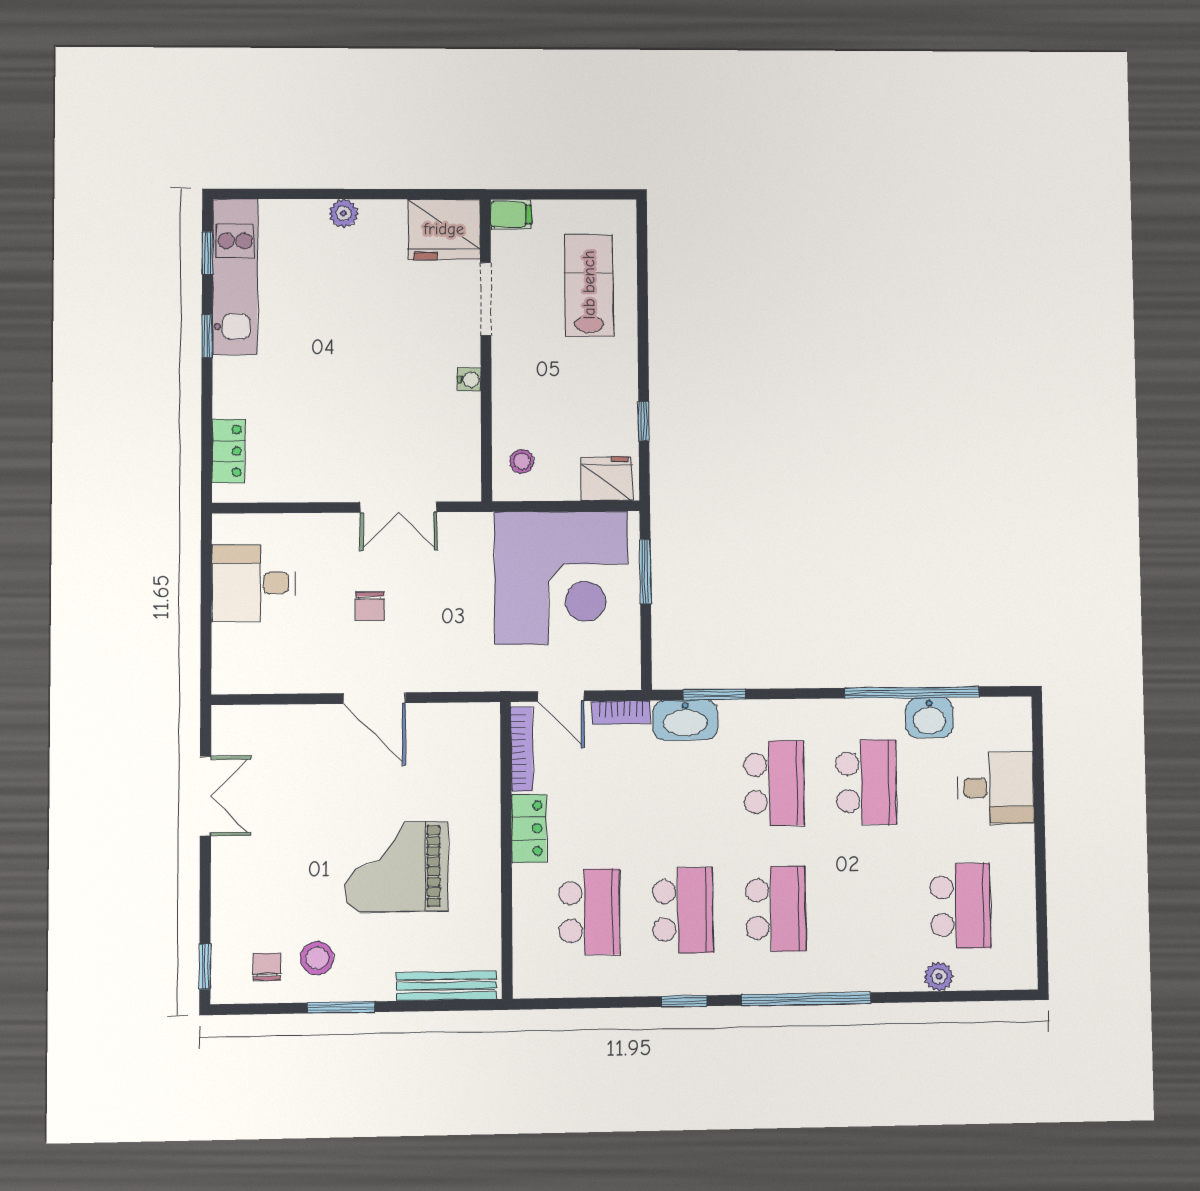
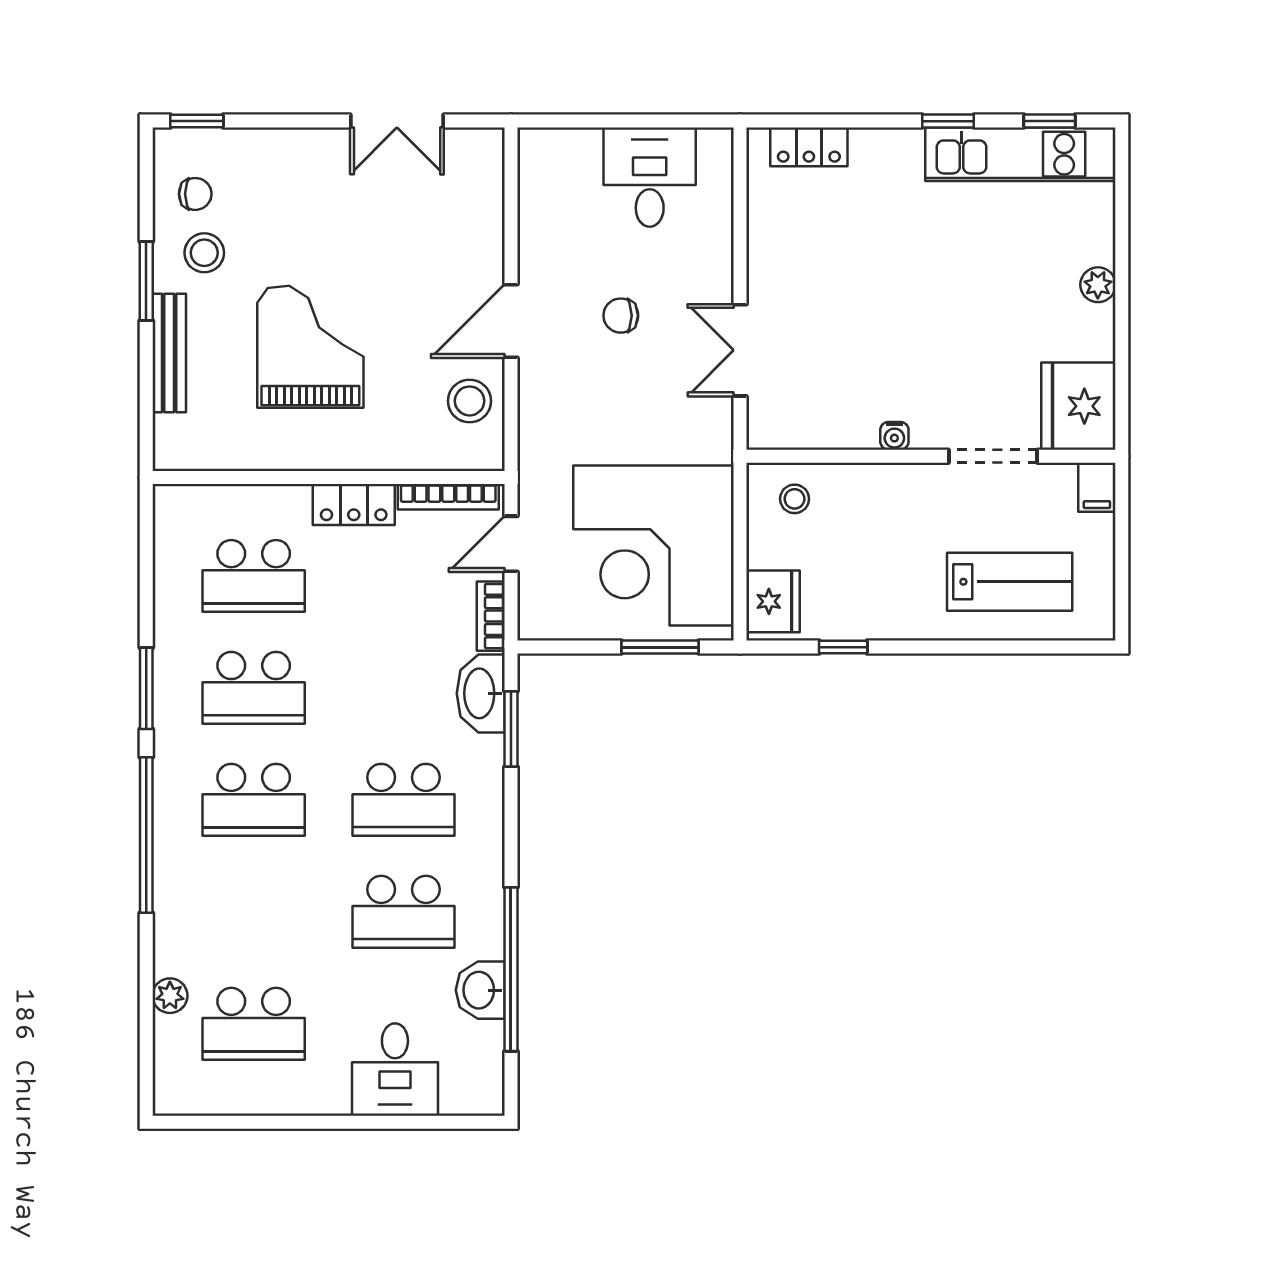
stool: (442, 732) -> (470, 401), added
bench: (447, 986) -> (169, 353), moved
window: (684, 1001) -> (146, 688), width x1.50

